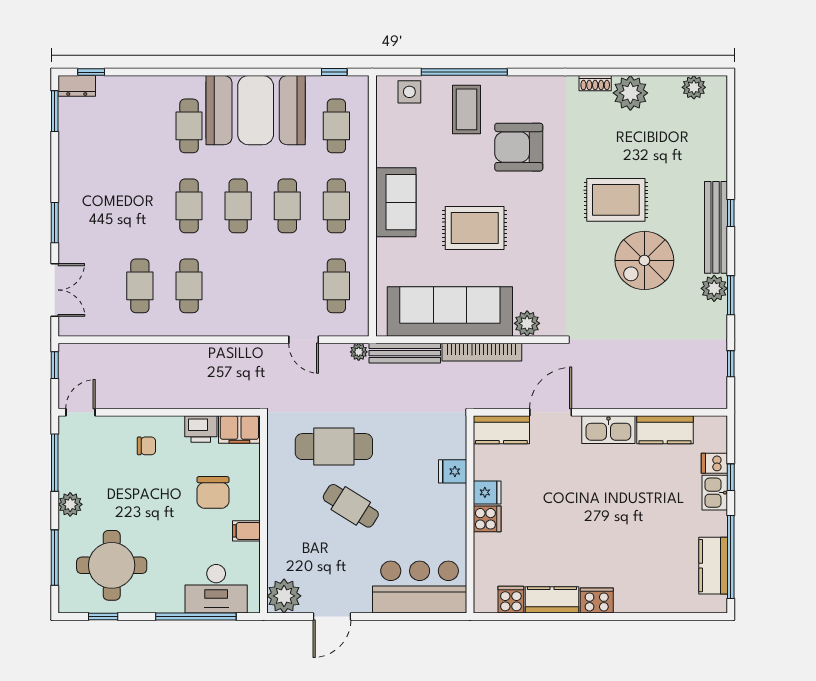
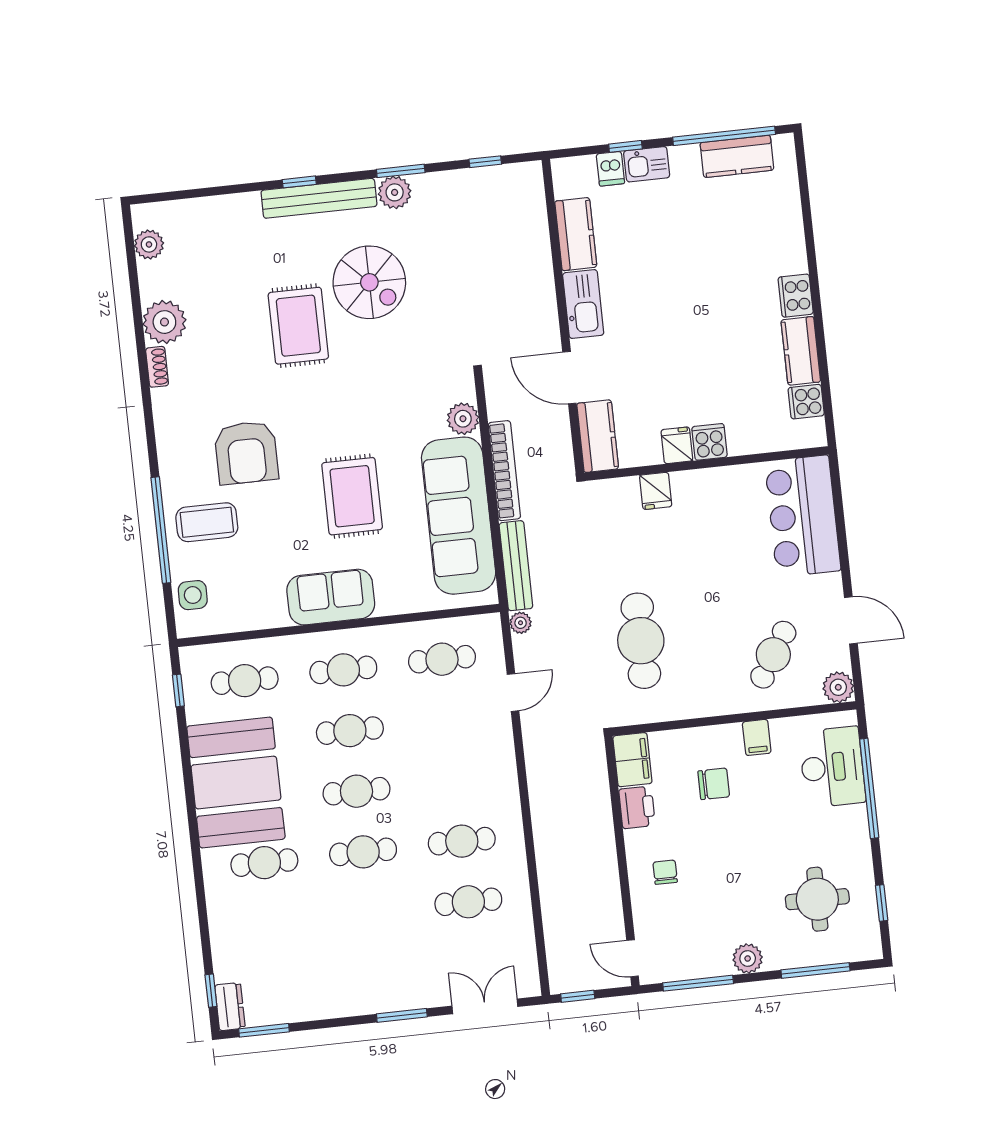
chair: (213, 492) -> (714, 784), width x0.73, depth x0.73
cafe table: (351, 506) -> (773, 655), moved
round table: (112, 565) -> (817, 899), width x0.73, depth x0.73
plant: (284, 596) -> (838, 687), width x0.73, depth x0.73

